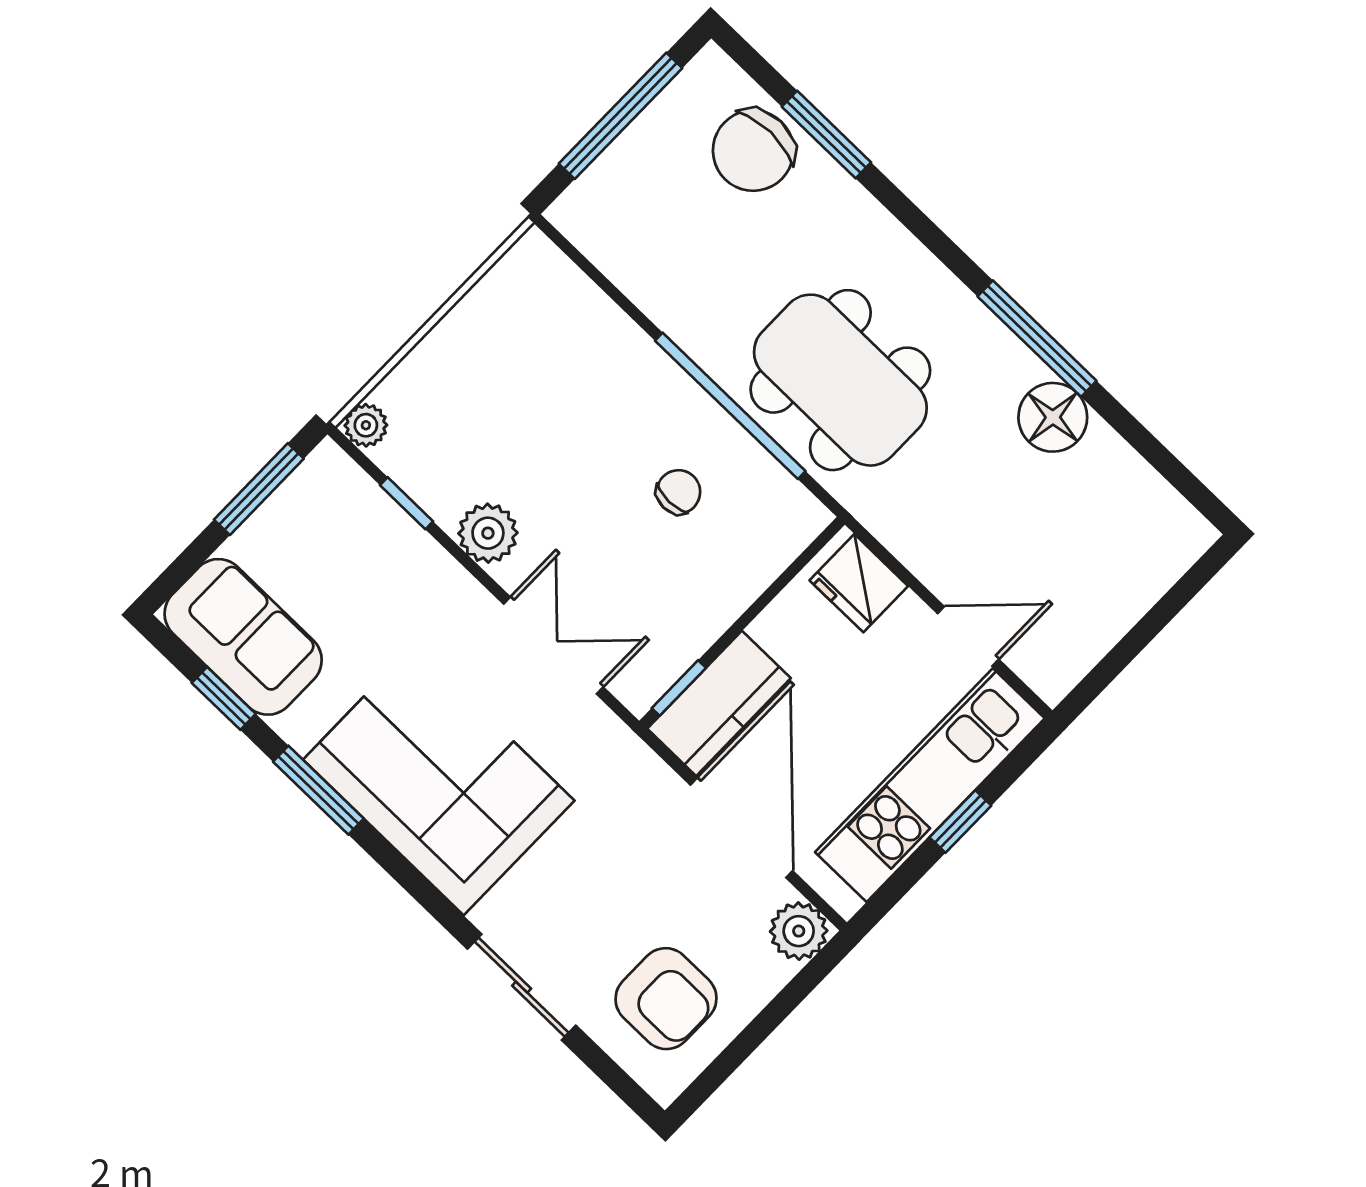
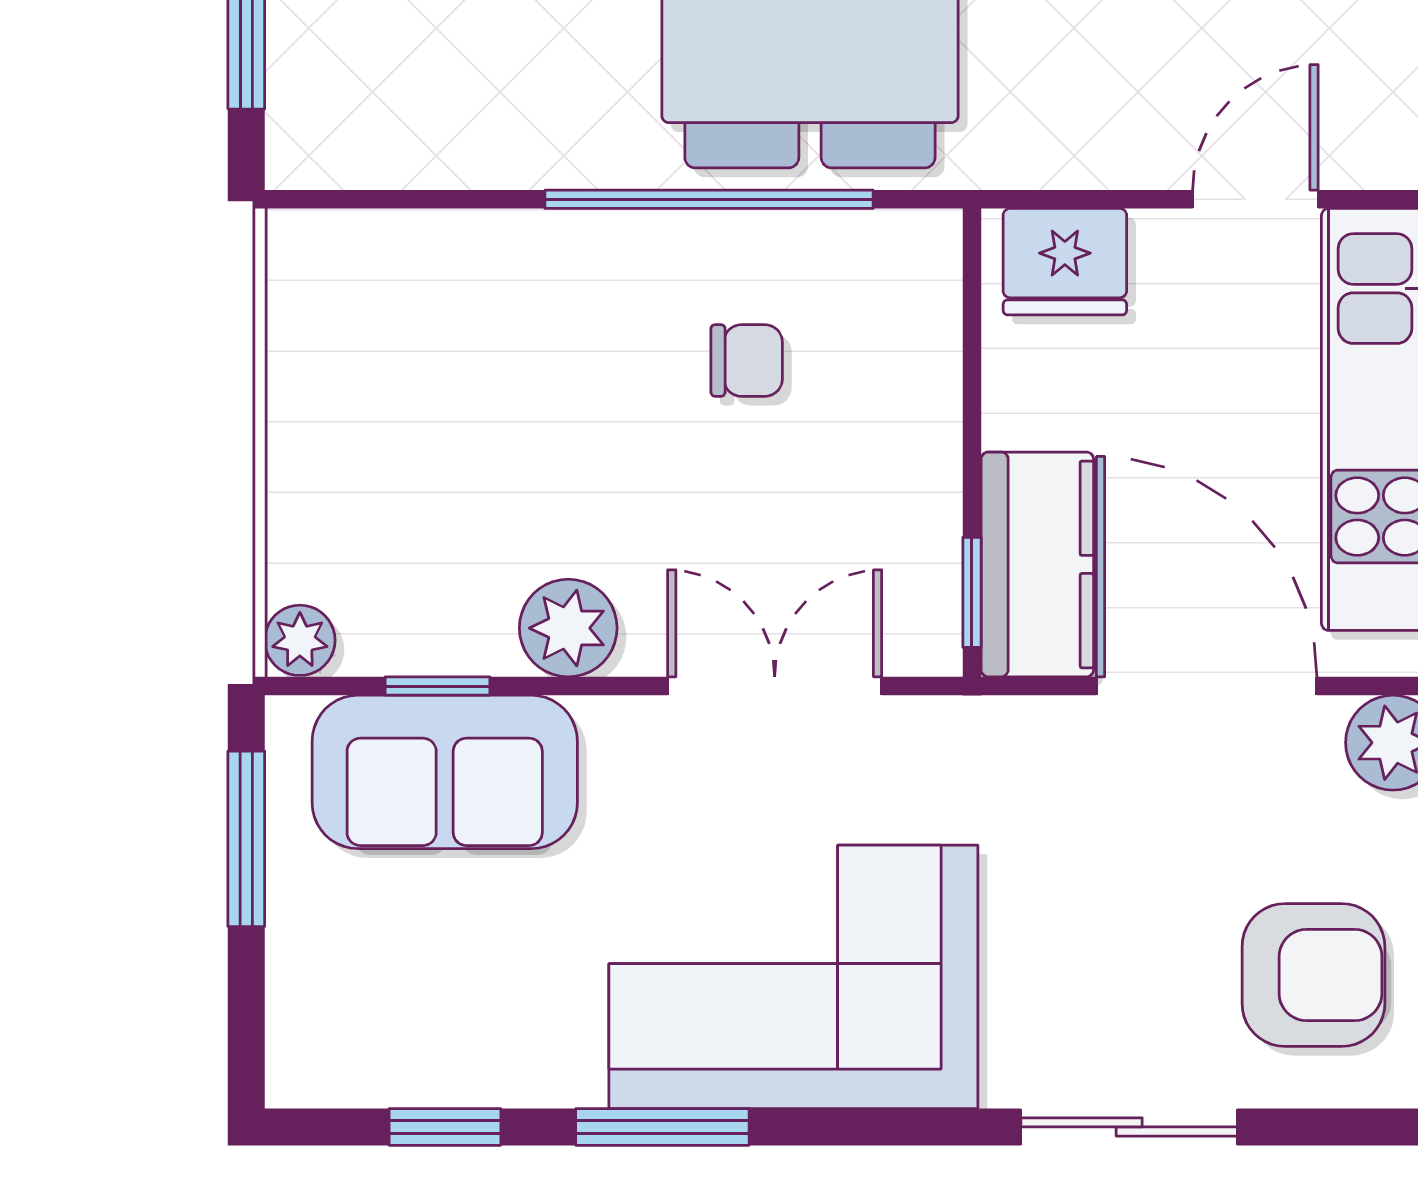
chair: (678, 492) -> (747, 360), turned 90
sofa: (243, 637) -> (445, 772), moved, turned 180

